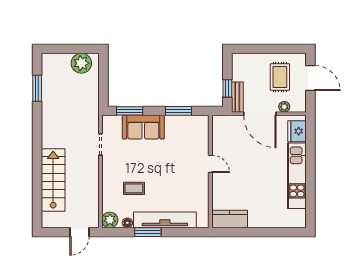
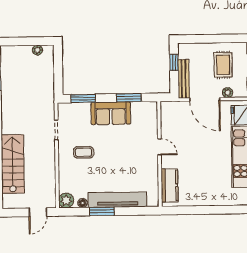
plant: (81, 63) -> (37, 50), width x0.53, depth x0.53
window: (227, 88) -> (174, 62), moved
bench: (237, 97) -> (184, 79), width x1.36
sofa: (143, 127) -> (111, 113), moved
coffee table: (134, 188) -> (84, 152), moved
kitchen counter: (230, 219) -> (170, 185), moved, turned 90

